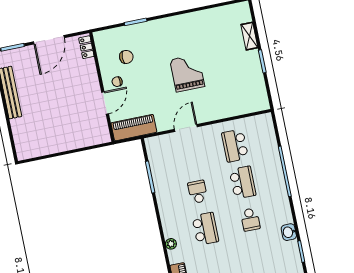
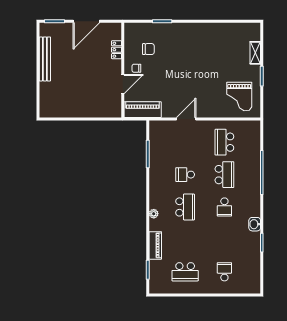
locker: (86, 47) -> (117, 50), moved
grand piano: (187, 73) -> (239, 97), moved, turned 180
school desk: (198, 192) -> (185, 175), turned -90

